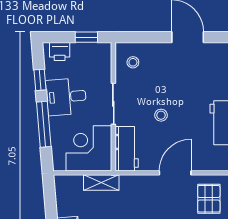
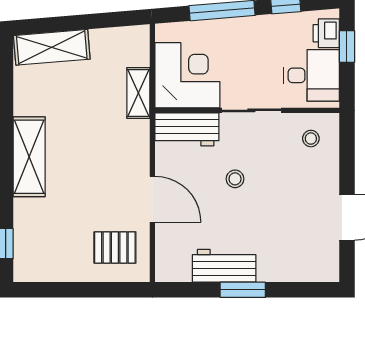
window: (86, 37) -> (347, 47), moved
desk: (66, 97) -> (312, 75), moved, turned 95

